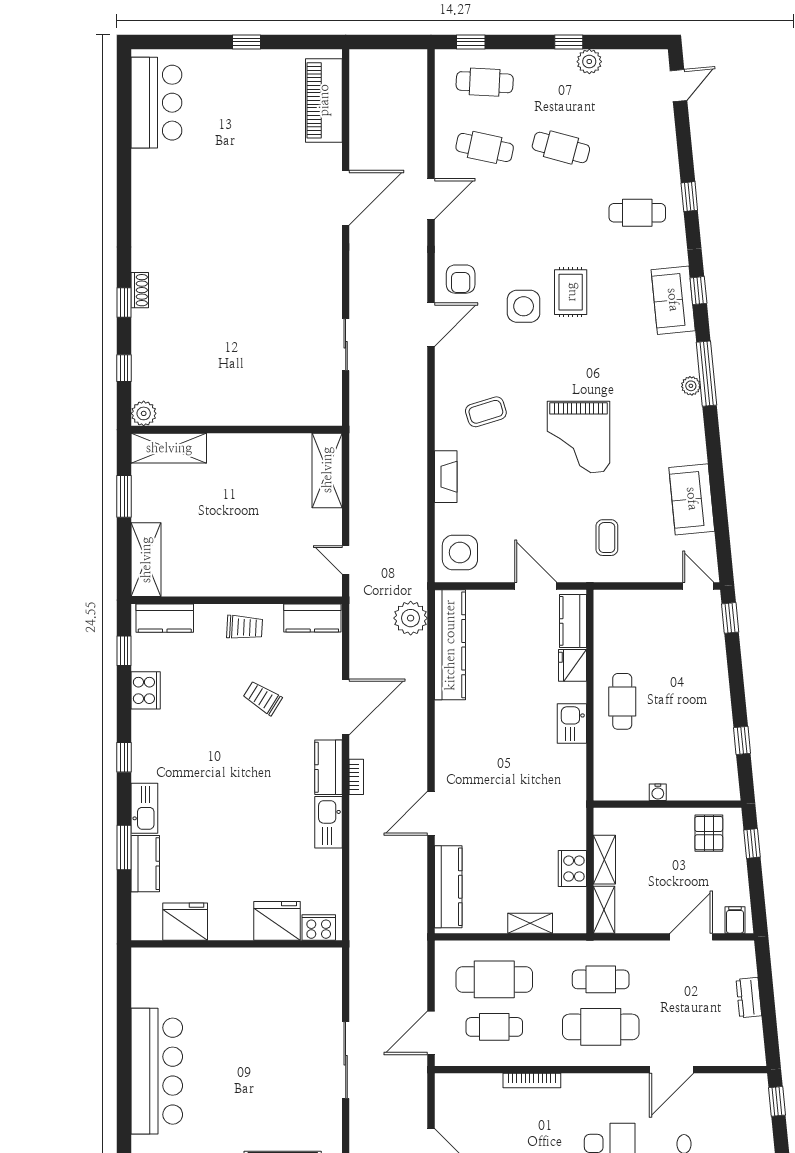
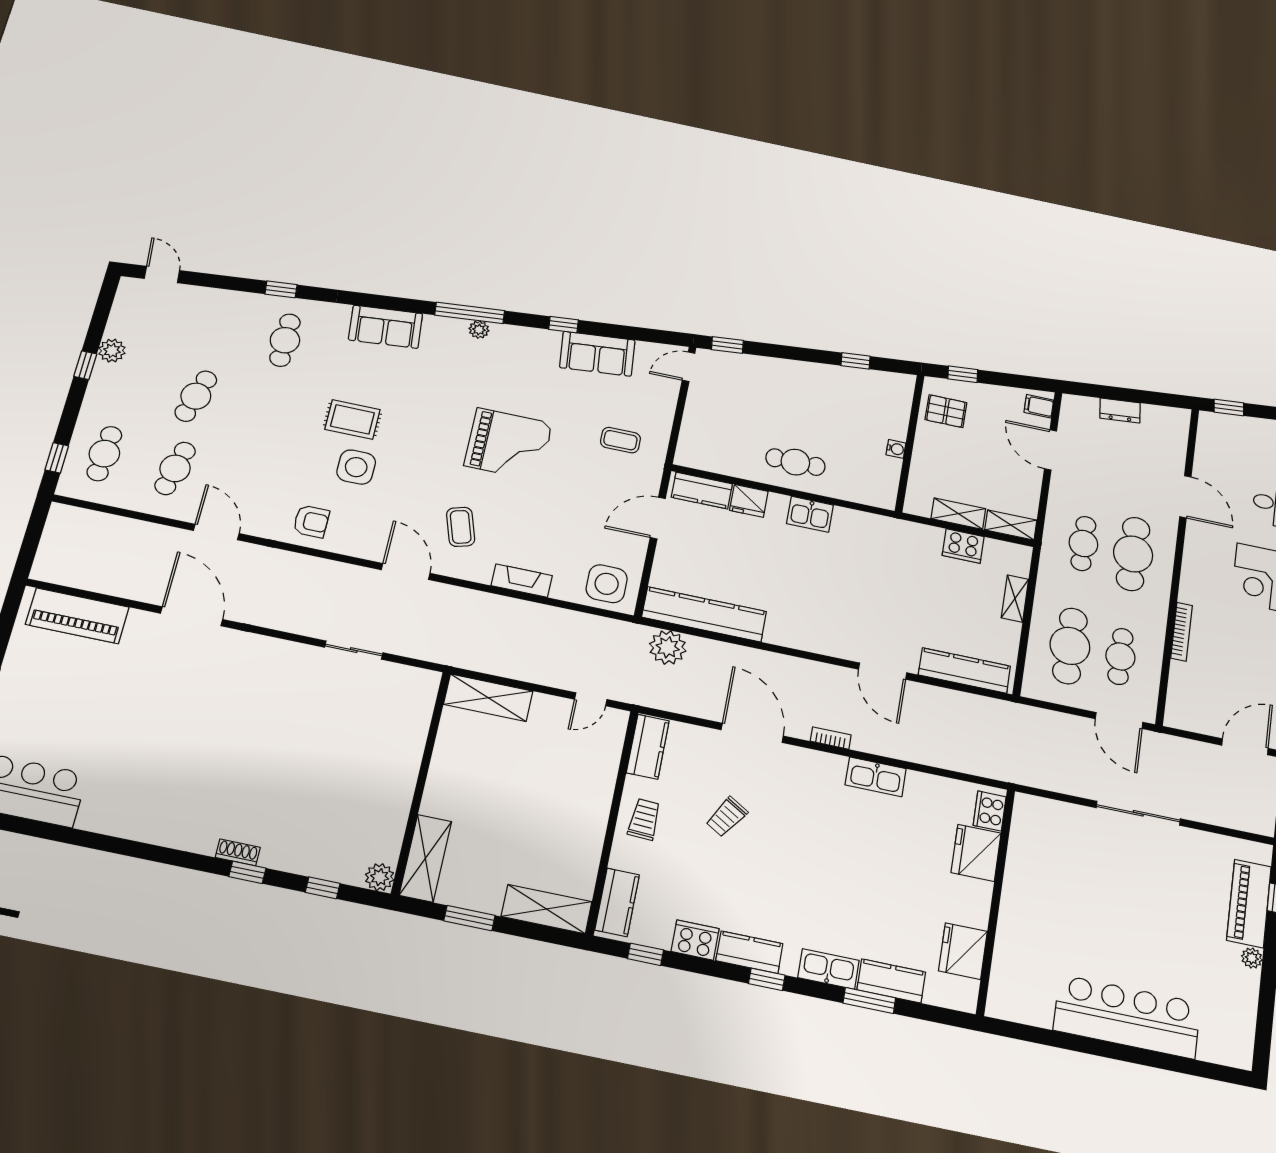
window: (698, 291) -> (563, 325), moved
door: (431, 325) -> (406, 572), moved
kitchen counter: (328, 767) -> (749, 952), moved, turned 180

